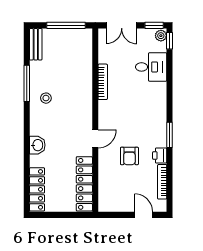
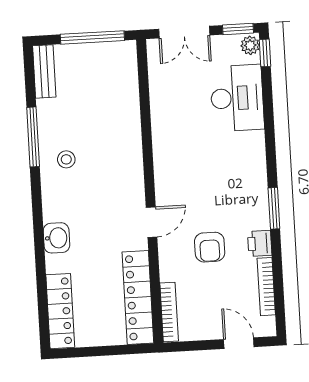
desk: (151, 67) -> (237, 98), width x1.37
bookcase: (103, 82) -> (169, 312), moved

